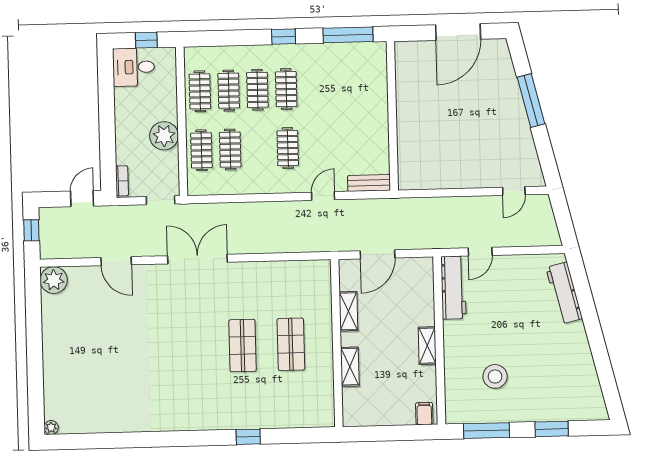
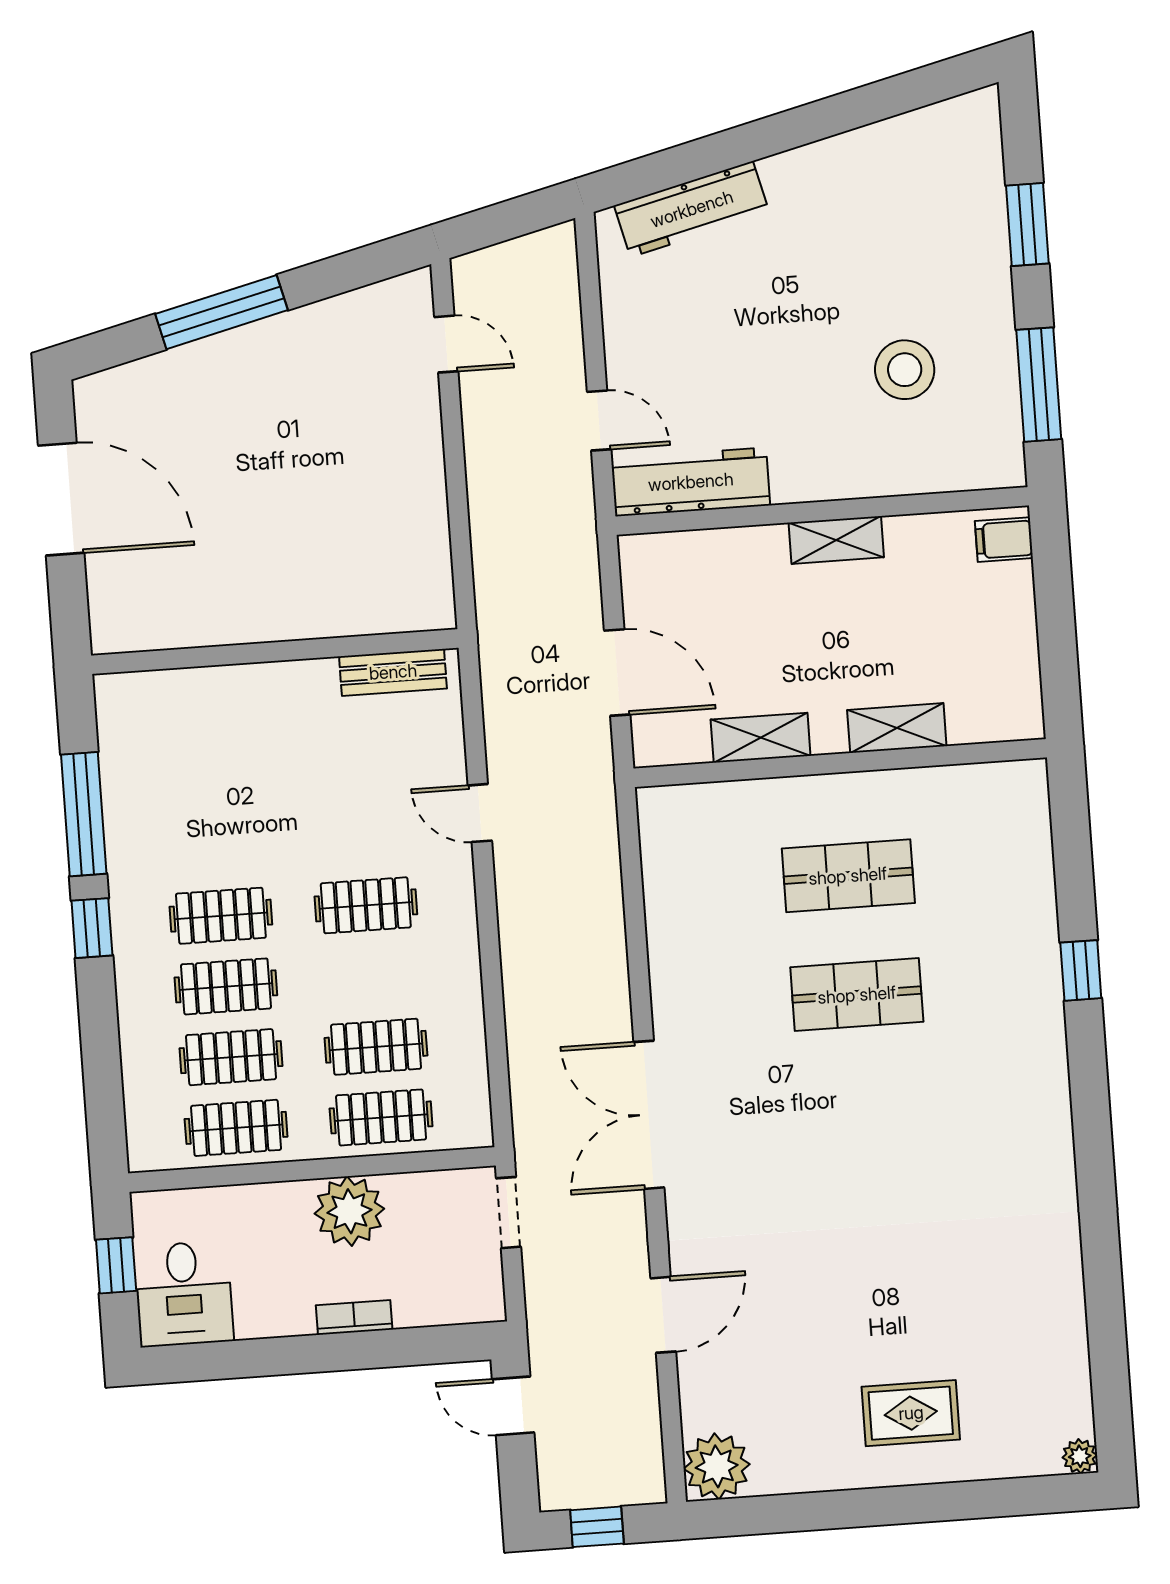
window: (348, 35) -> (84, 814), moved
bookcase: (122, 181) -> (354, 1317), moved
bench: (369, 183) -> (393, 672), moved, turned 90
rug: (72, 360) -> (911, 1413), added

